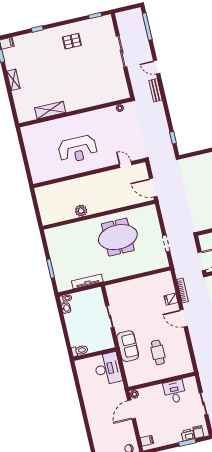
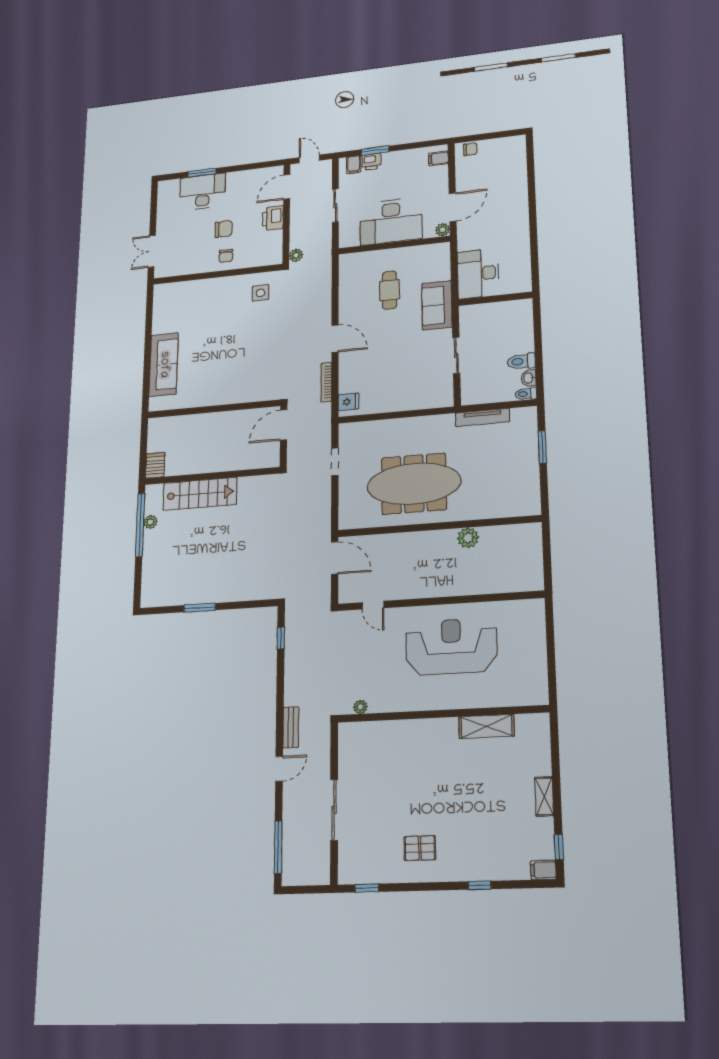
door: (157, 67) -> (279, 769), hinge flipped
reception desk: (78, 149) -> (451, 647), width x1.36, depth x1.30
meeting table: (118, 237) -> (414, 484), width x1.36
fridge: (171, 299) -> (348, 402), moved
toilet: (80, 351) -> (521, 361), moved
desk: (175, 392) -> (391, 221), width x1.87, depth x1.30

